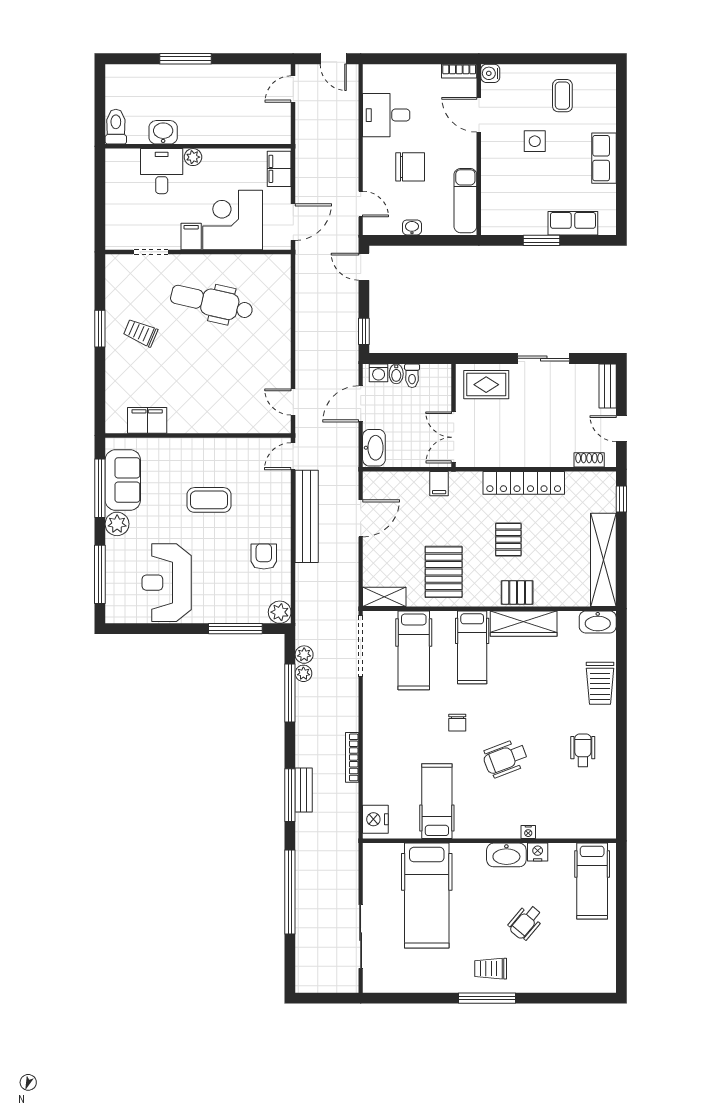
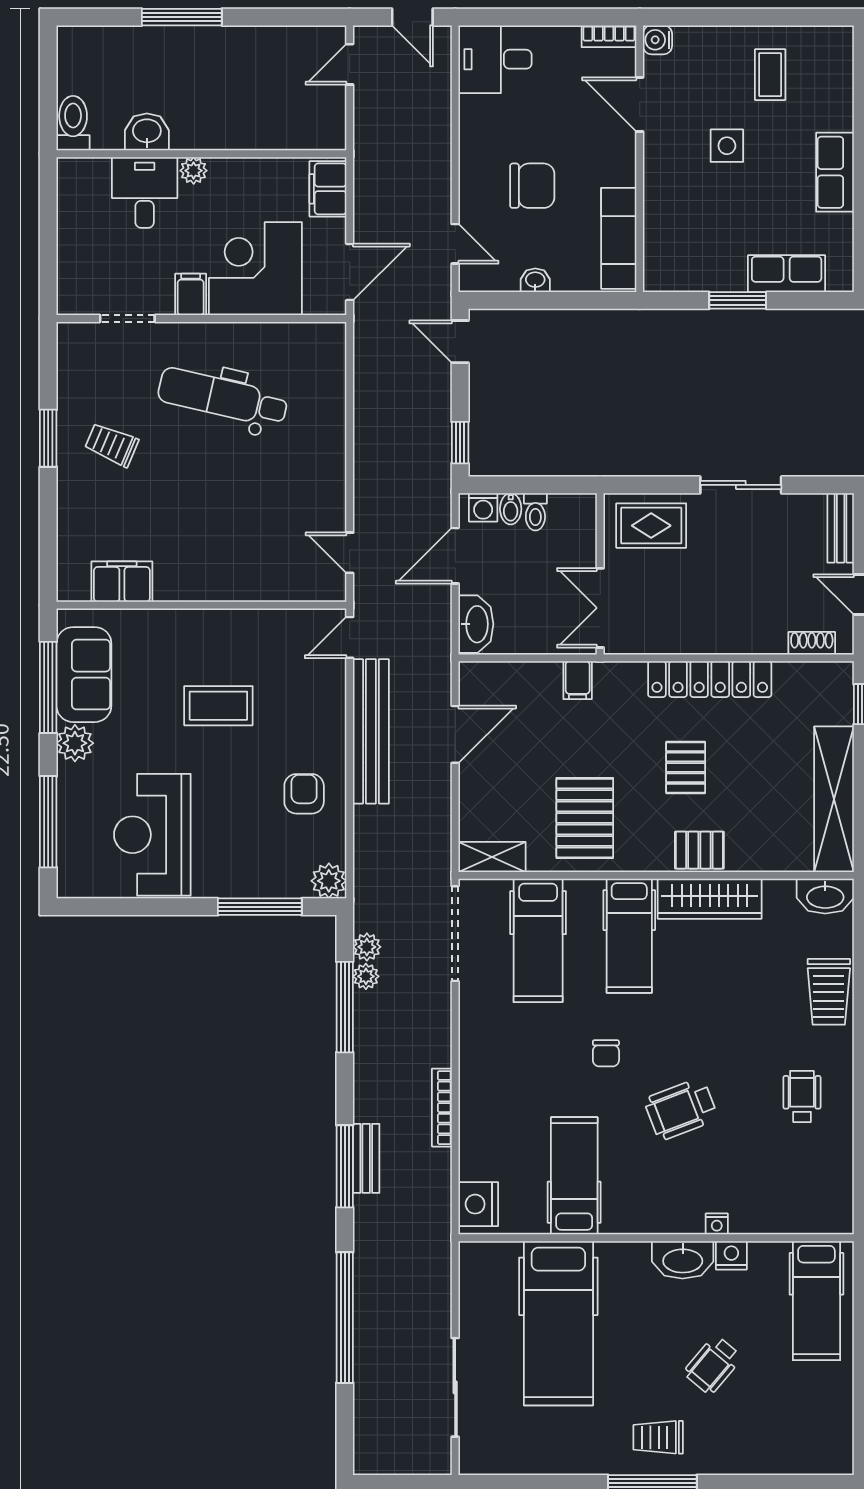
desk: (386, 115) -> (495, 59), moved

